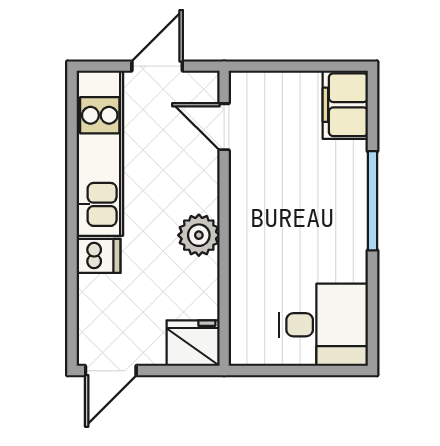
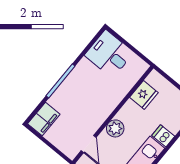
plant: (199, 235) -> (115, 128), moved
fridge: (193, 343) -> (144, 95), moved, turned -90

